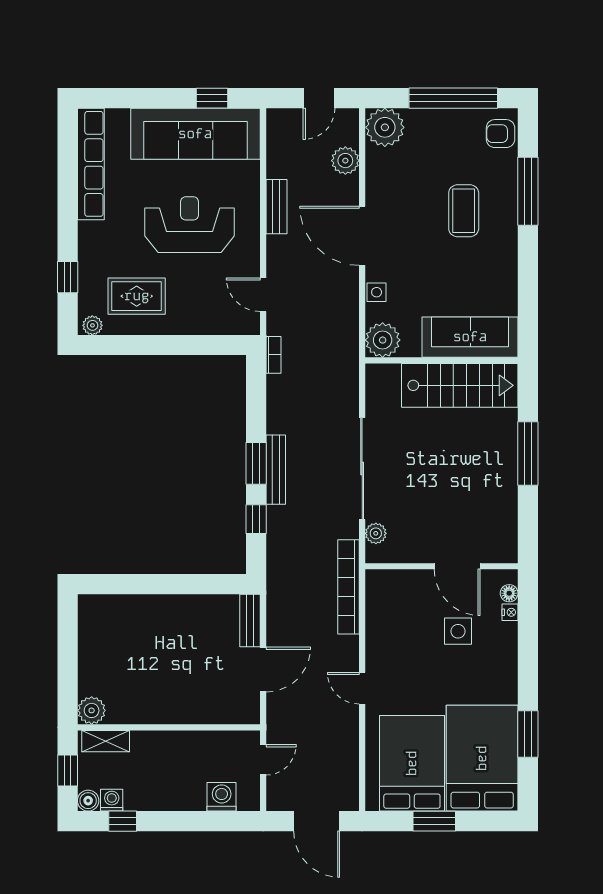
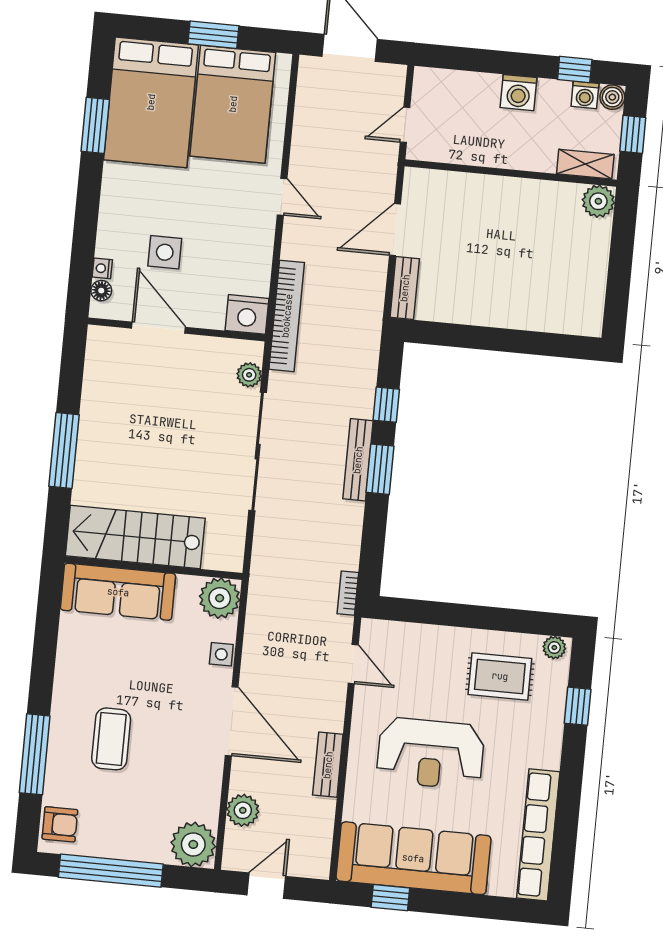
nightstand: (383, 585) -> (247, 314), added
washing machine: (222, 797) -> (518, 93), moved

